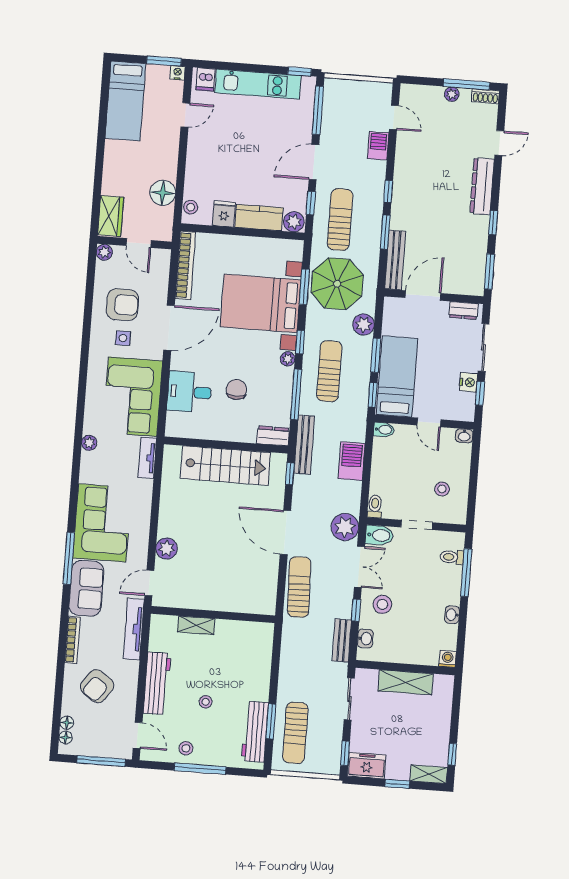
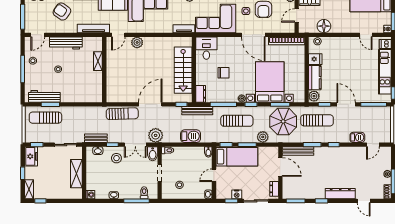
desk: (189, 392) -> (206, 48), moved
door: (149, 583) -> (118, 35), swing flipped

